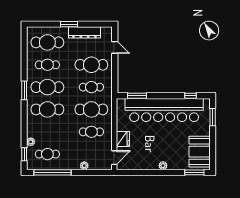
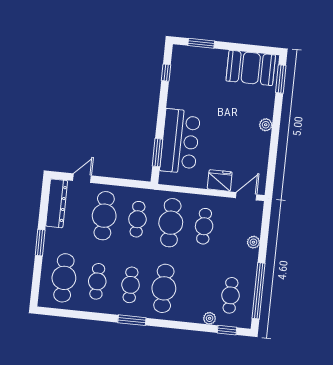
dresser: (84, 32) -> (57, 203), moved
cafe table: (47, 87) -> (131, 285), width x0.73, depth x0.74
bar counter: (164, 110) -> (180, 141), width x0.54
door: (114, 158) -> (246, 196), hinge flipped

